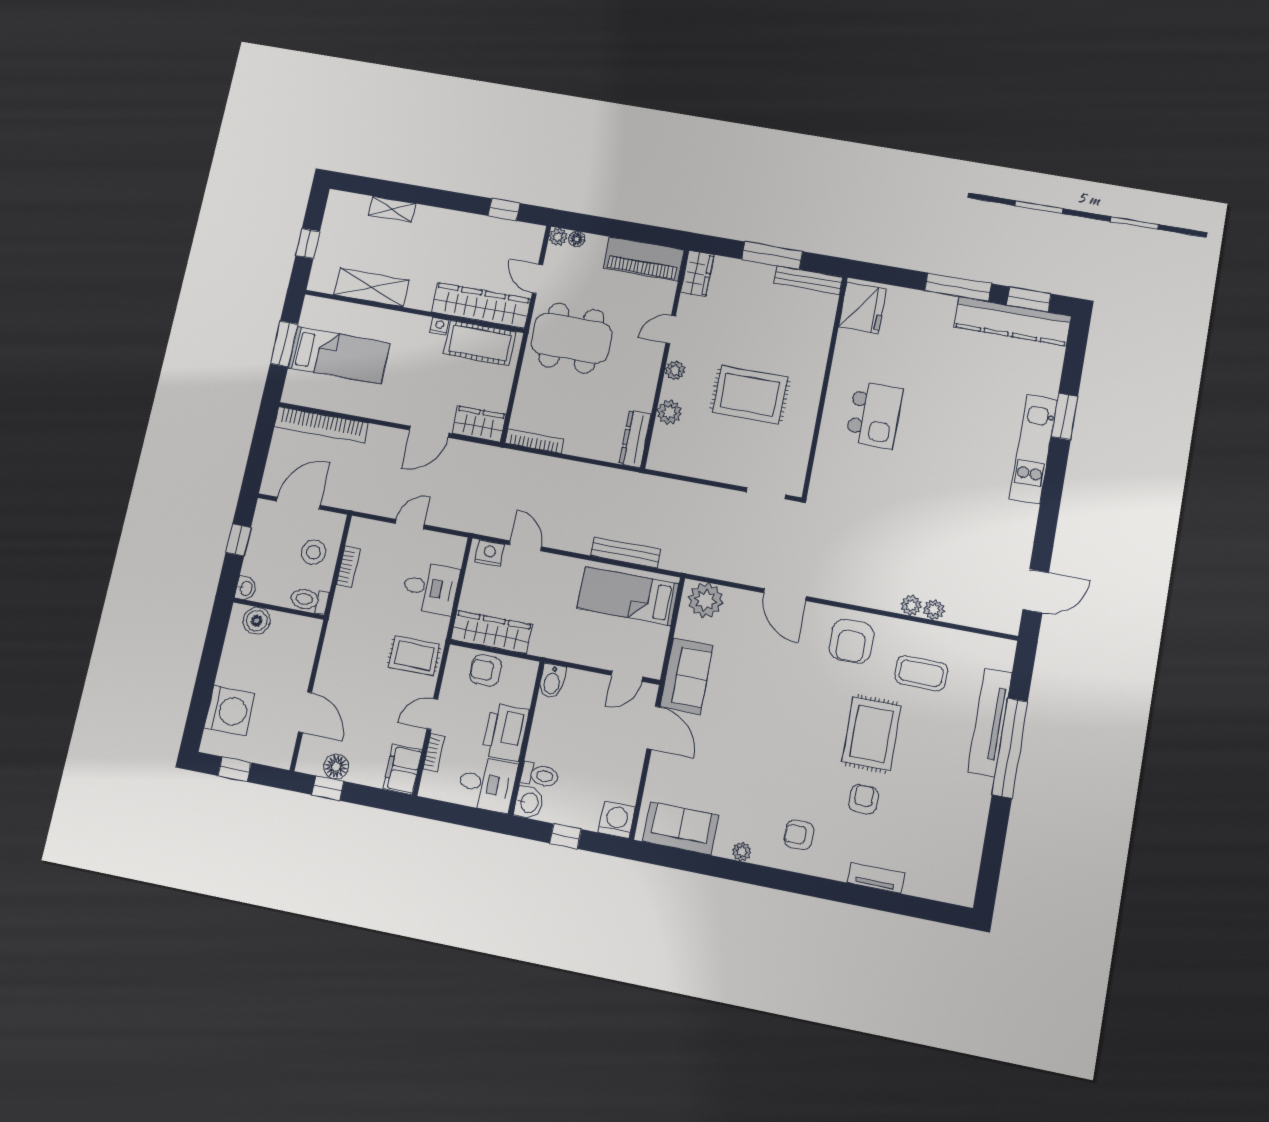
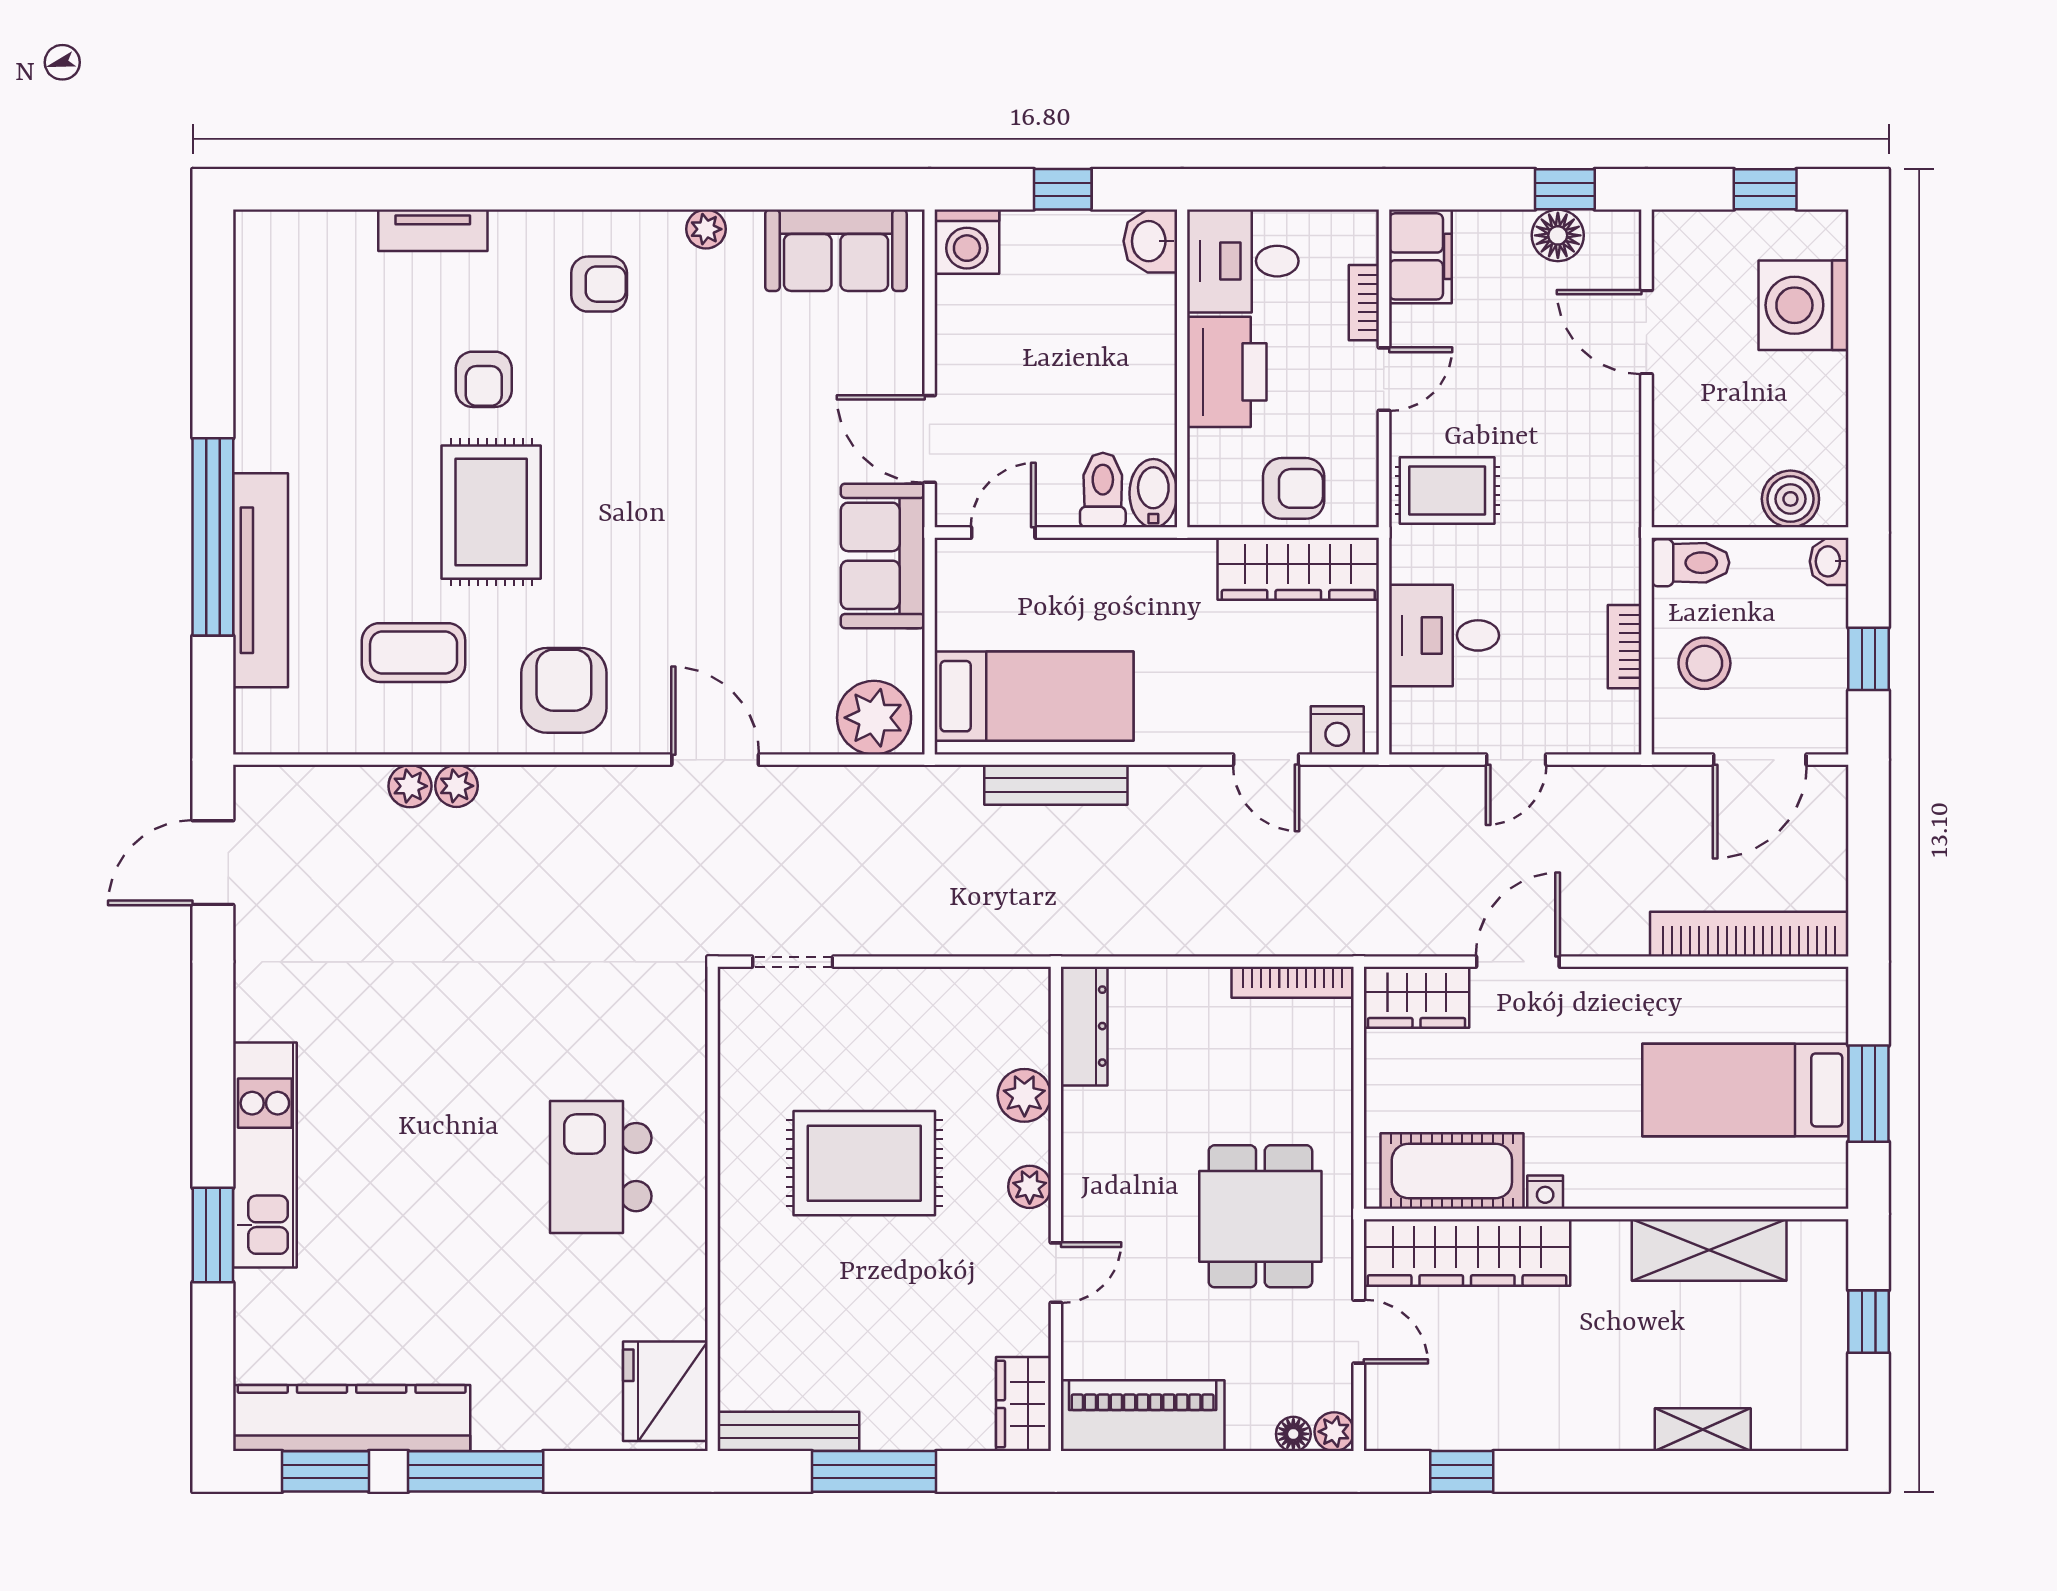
dining table: (571, 338) -> (1260, 1216), width x0.73
toilet: (540, 775) -> (1103, 490), moved, turned 90

